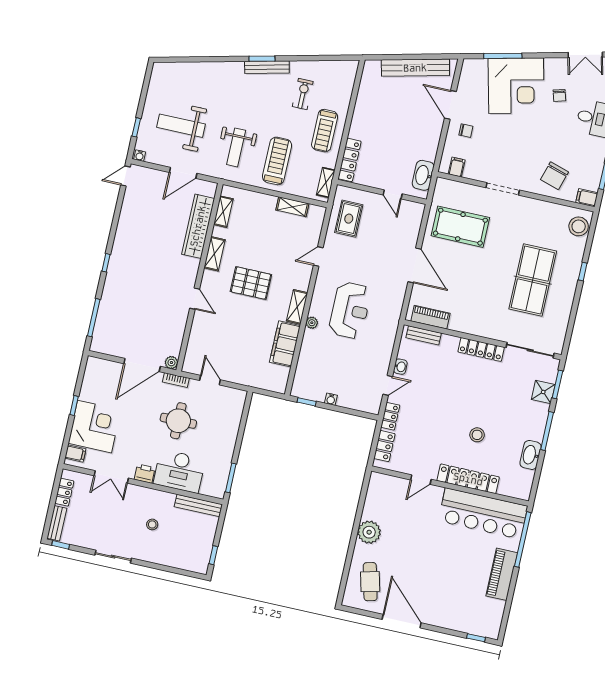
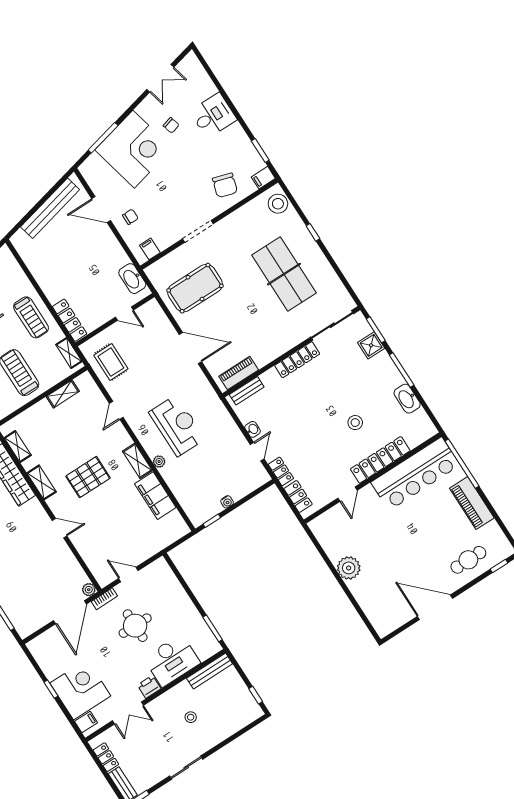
cafe table: (370, 582) -> (468, 560), moved, turned -76

